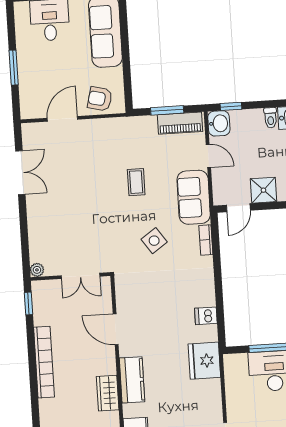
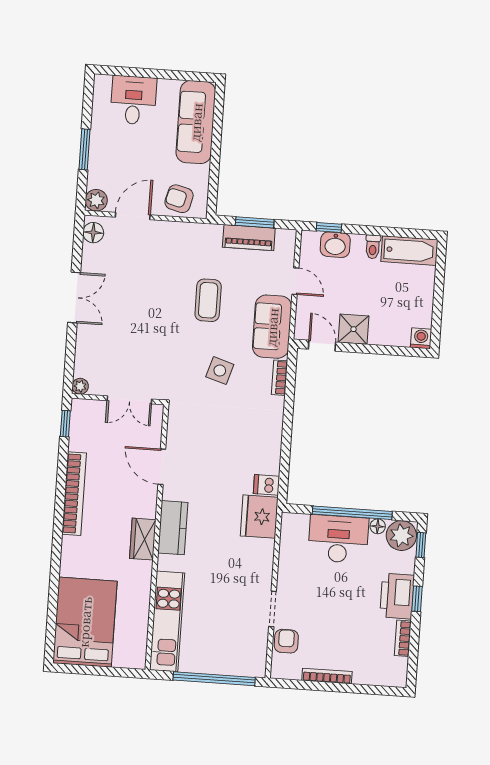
plant: (29, 110) -> (96, 200), added
piano: (180, 123) -> (249, 238), moved
washbasin: (219, 123) -> (335, 245), moved, turned 90
floor lamp: (31, 137) -> (93, 233), added
double door: (20, 173) -> (74, 297), moved
coffee table: (136, 182) -> (208, 300), width x1.36, depth x1.30
door: (238, 208) -> (322, 346), swing flipped
side table: (154, 241) -> (220, 371), turned -38
dishwasher: (206, 316) -> (266, 485), moved

